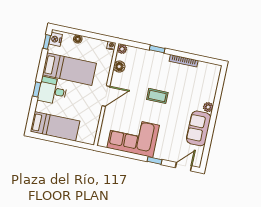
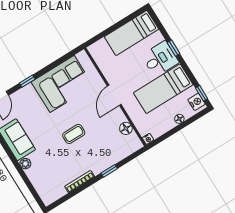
plant: (122, 49) -> (137, 144), removed

